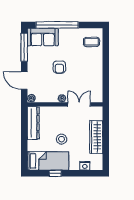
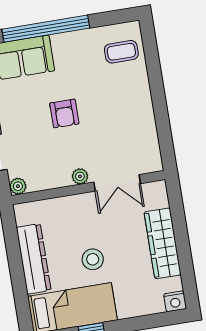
double door: (79, 104) -> (117, 183), swing flipped
dresser: (33, 123) -> (34, 259), moved
nightstand: (85, 166) -> (175, 301), moved

